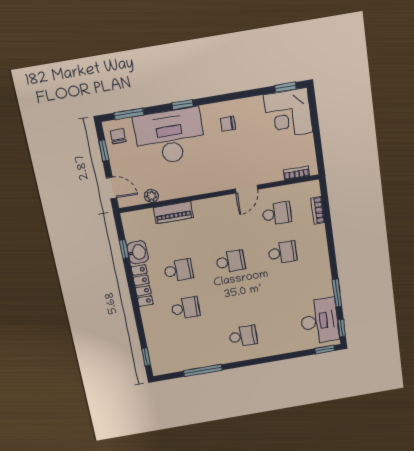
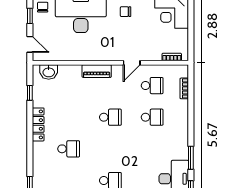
plant: (151, 196) -> (59, 56), removed
piano: (173, 212) -> (97, 71), moved
washbasin: (138, 252) -> (49, 72), moved, turned 90
school desk: (178, 270) -> (69, 117), removed

